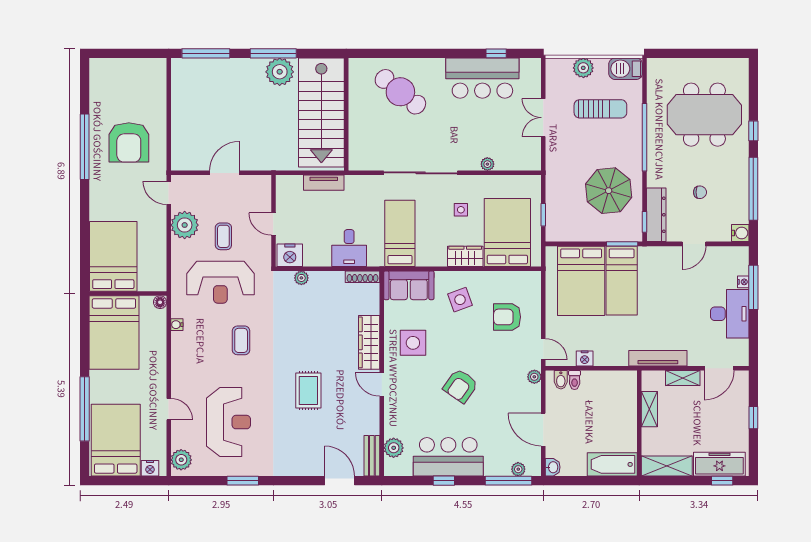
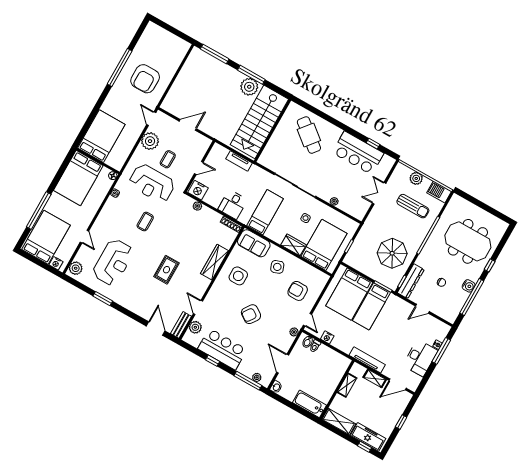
door: (273, 224) -> (199, 168), swing flipped
water cooler: (740, 233) -> (469, 286), moved
door: (382, 384) -> (198, 307), moved

